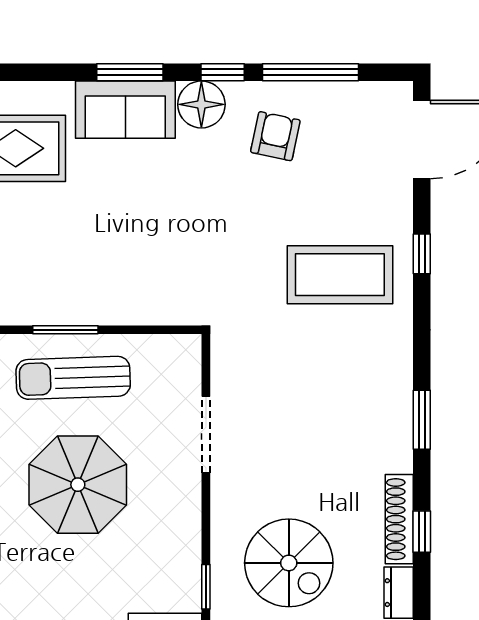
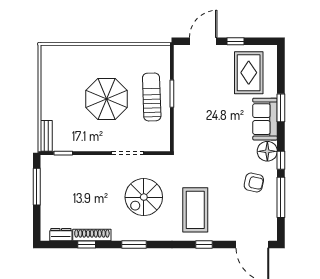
window: (130, 72) -> (281, 108), moved
spiral stairs: (289, 563) -> (144, 197), moved

